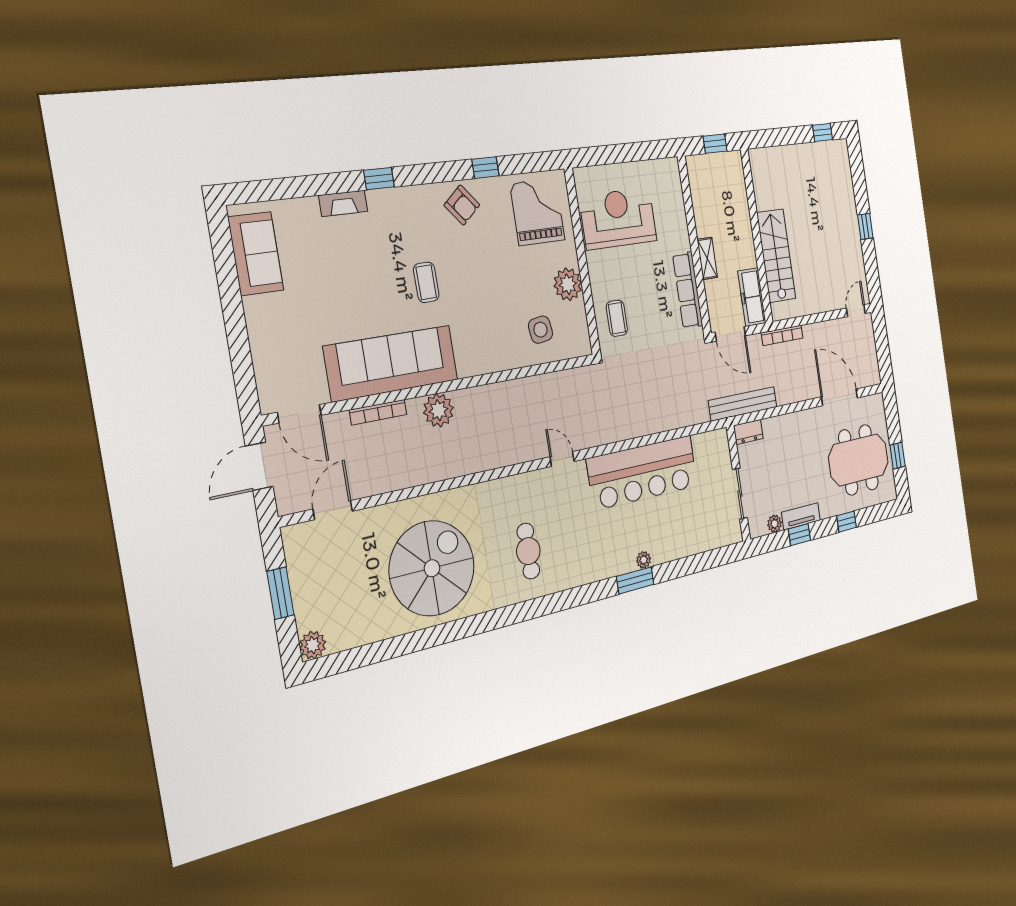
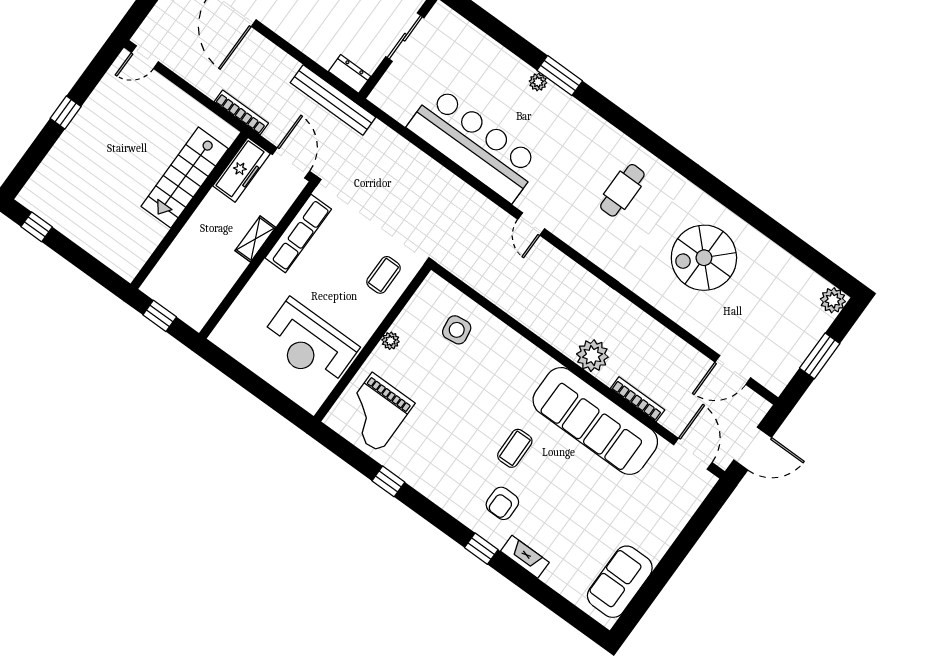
armchair: (462, 205) -> (502, 503), moved, turned -140
plant: (568, 284) -> (391, 341), width x0.53, depth x0.53
spiral stairs: (432, 568) -> (704, 258), width x0.73, depth x0.73

